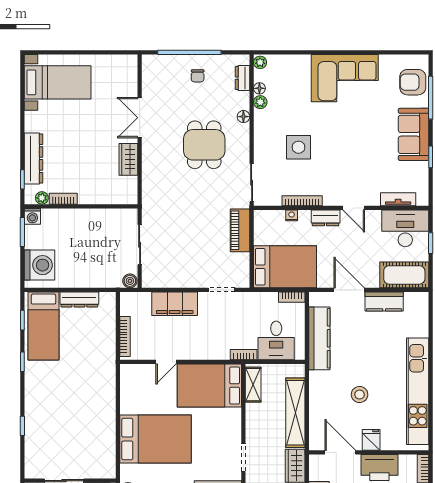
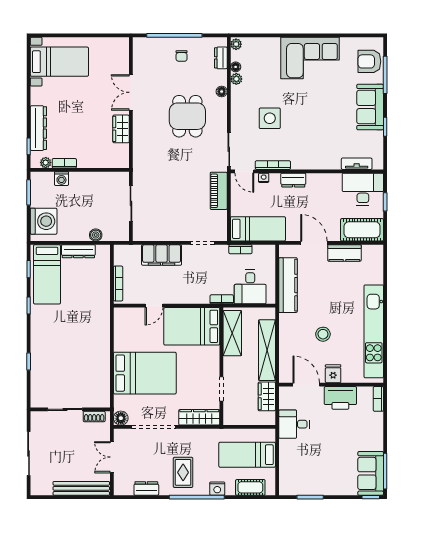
door: (354, 208) -> (244, 171), moved
washing machine: (32, 216) -> (61, 179), moved
bed: (285, 267) -> (258, 229), width x0.67
boiler: (130, 281) -> (96, 235), moved
bookcase: (292, 297) -> (240, 249), moved
shelving: (253, 385) -> (232, 333), width x1.50, depth x1.33

